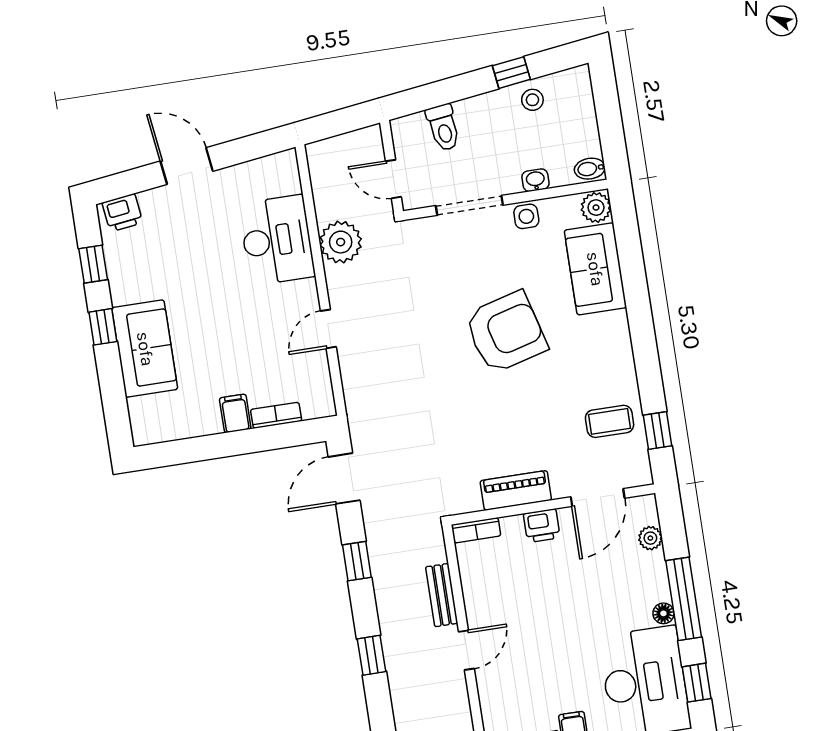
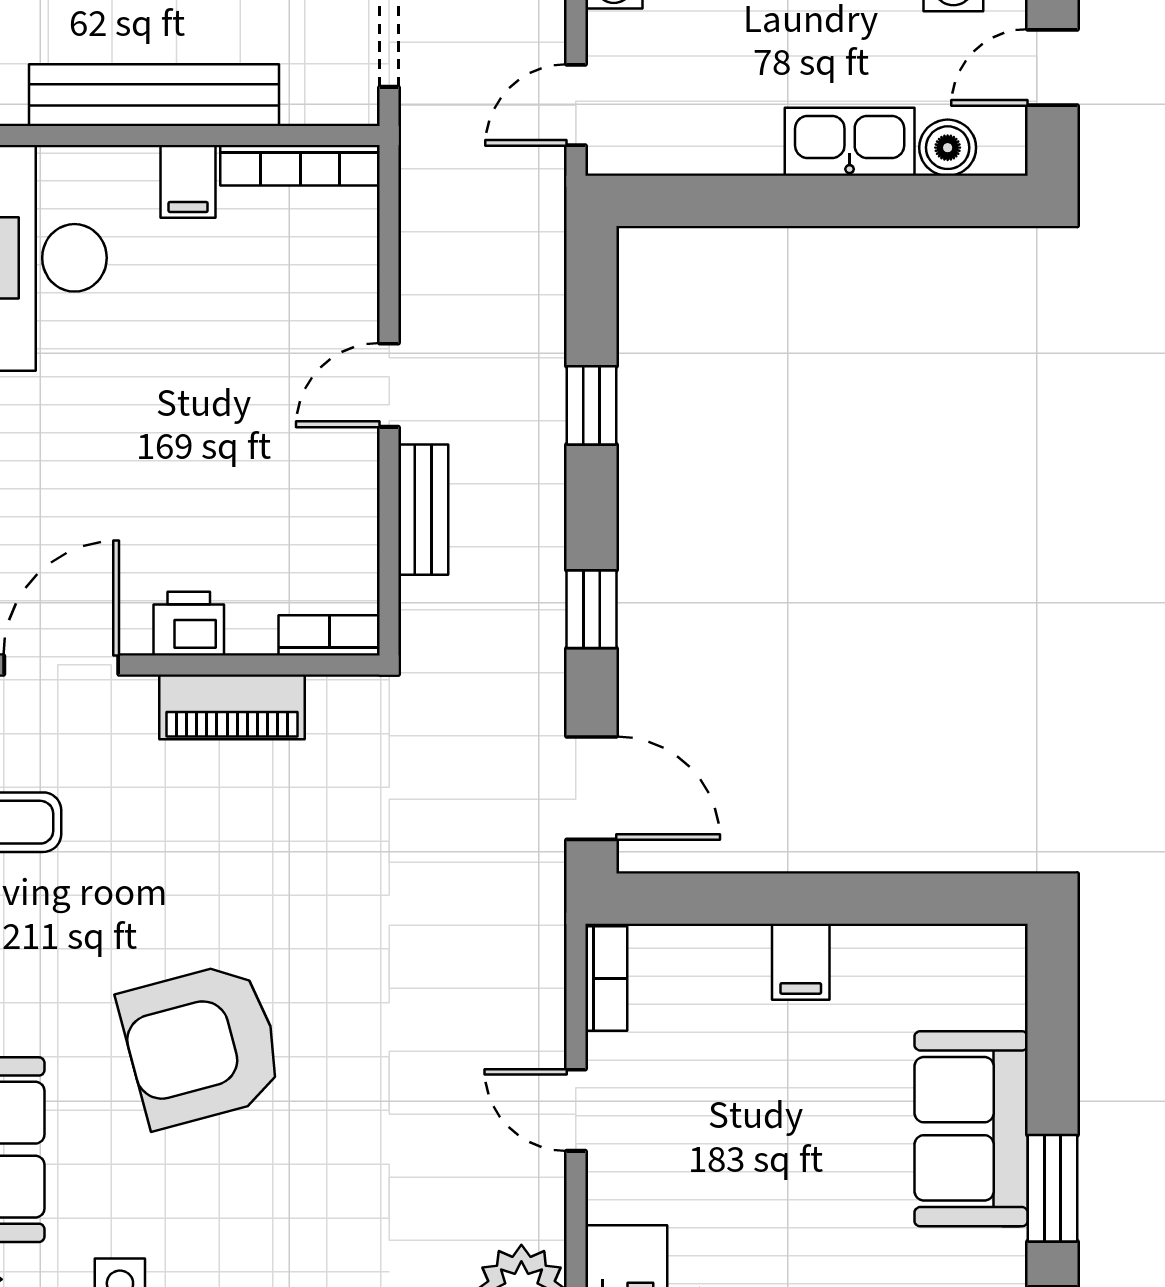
window: (103, 327) -> (1053, 1188), width x1.50
door: (328, 329) -> (576, 1110), swing flipped
bookcase: (276, 415) -> (606, 979), moved, turned -90
door: (344, 479) -> (592, 788), hinge flipped

